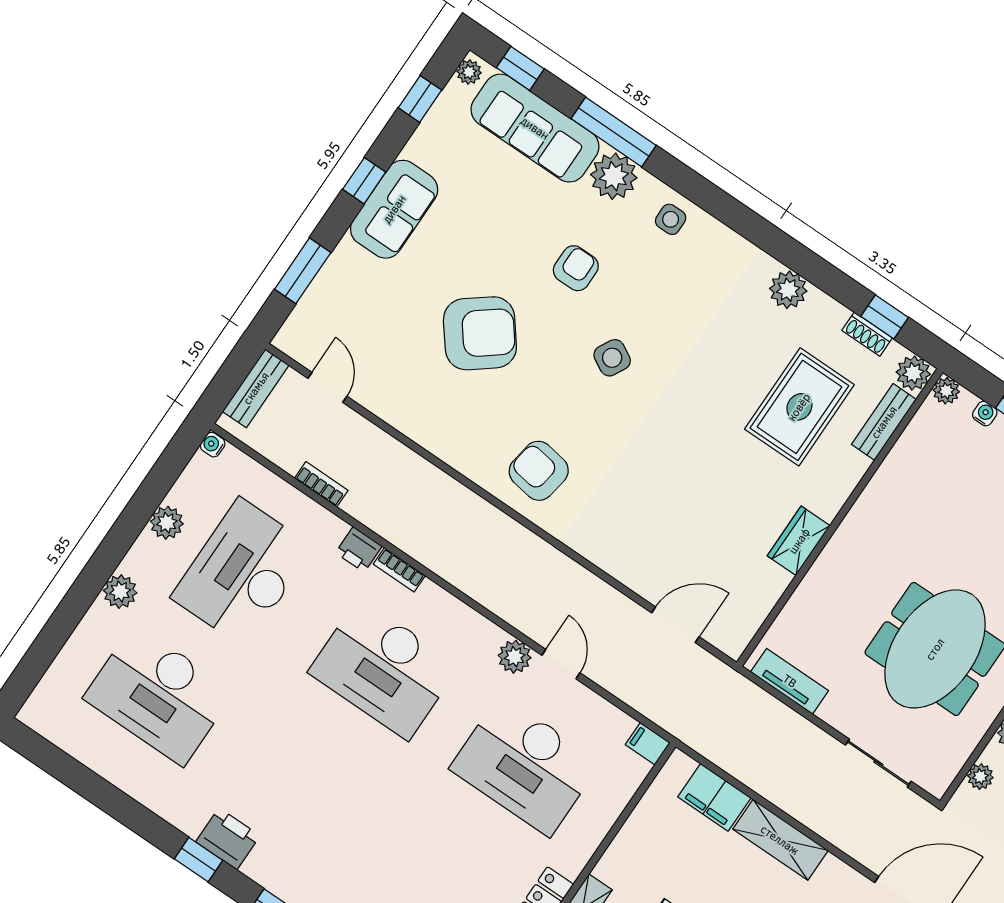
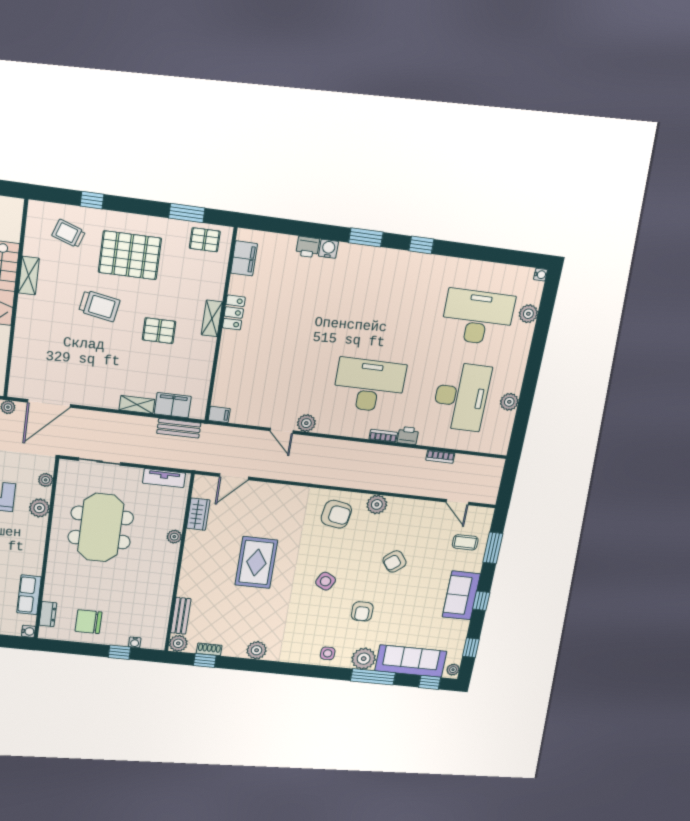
coffee table: (345, 306) -> (465, 542), added
armchair: (480, 333) -> (394, 561), width x0.53, depth x0.53
bench: (256, 388) -> (179, 428), moved, turned 90
plant: (946, 391) -> (174, 537), moved
rug: (799, 407) -> (256, 563), moved
water cooler: (213, 445) -> (540, 275), moved
plant: (464, 453) -> (377, 504), added
wardrobe: (799, 541) -> (198, 514), moved
plant: (120, 592) -> (528, 314), moved
desk: (525, 765) -> (276, 374), removed
printer: (228, 839) -> (411, 263), removed
shelving: (780, 840) -> (137, 405), width x0.67, depth x0.75

